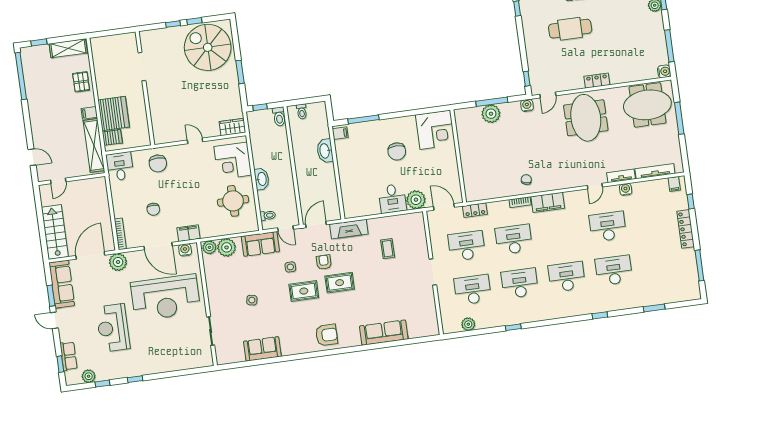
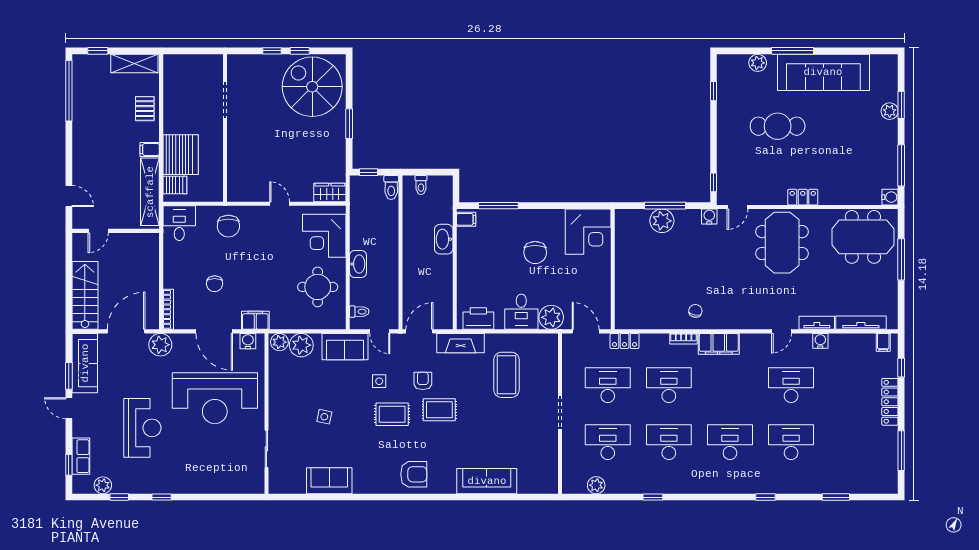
printer: (360, 208) -> (478, 319), added
coffee table: (388, 249) -> (506, 375), width x1.86, depth x1.72
reception desk: (113, 328) -> (142, 428), turned 180

